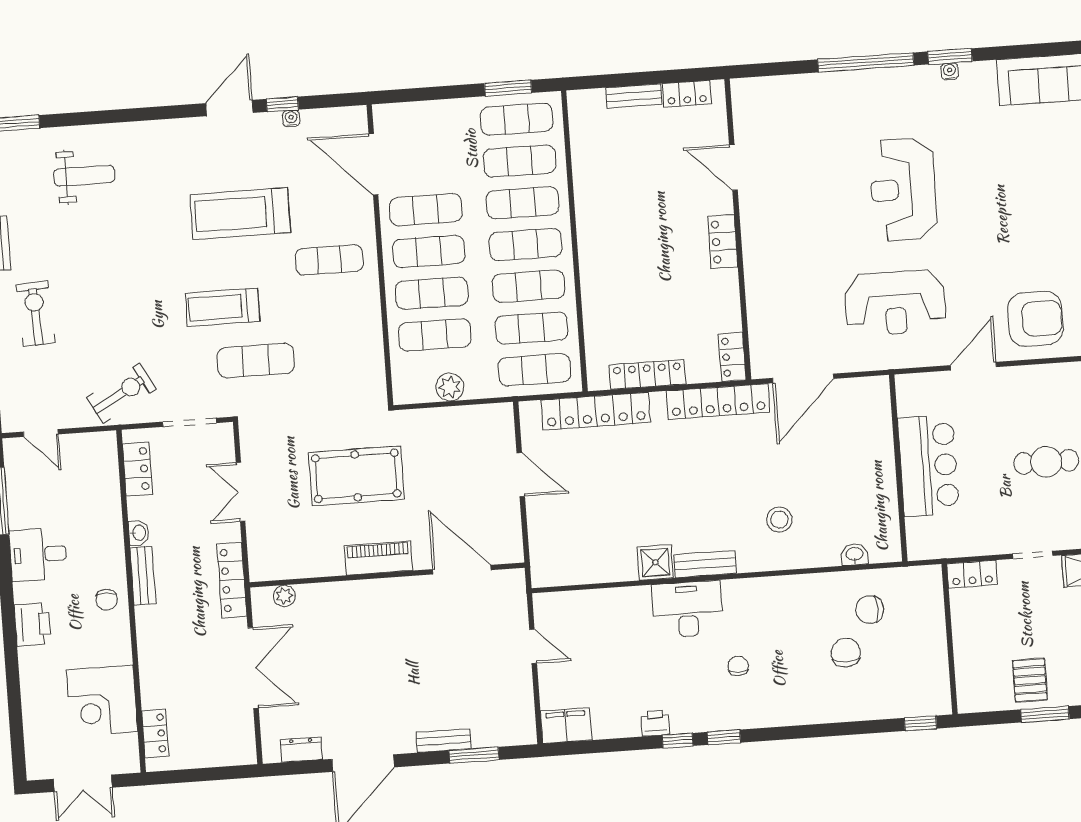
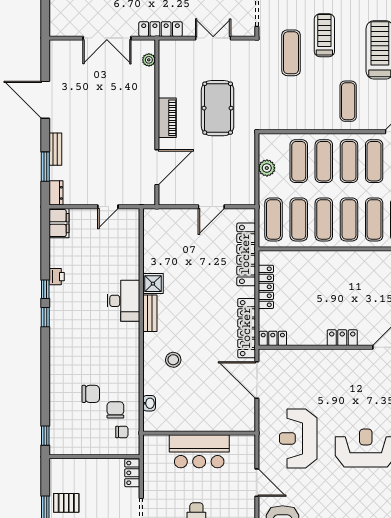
chair: (738, 666) -> (122, 432), moved
dresser: (301, 750) -> (56, 193), moved

